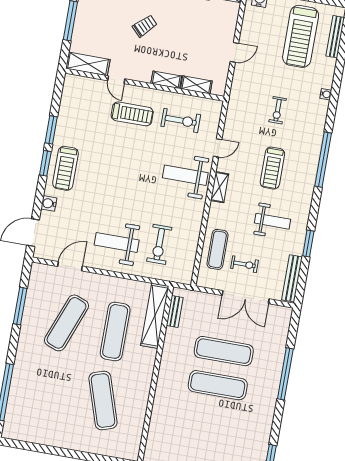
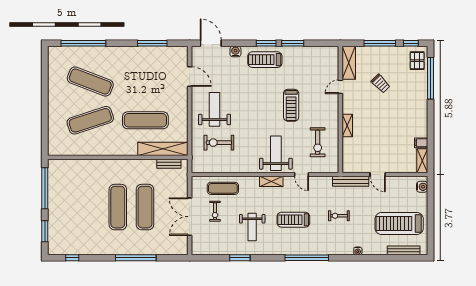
trolley: (145, 26) -> (380, 84), moved
shelving: (196, 85) -> (347, 150), removed
treadmill: (132, 114) -> (291, 105), moved
bench: (292, 278) -> (351, 181), moved
exercise mat: (67, 323) -> (90, 81), moved

